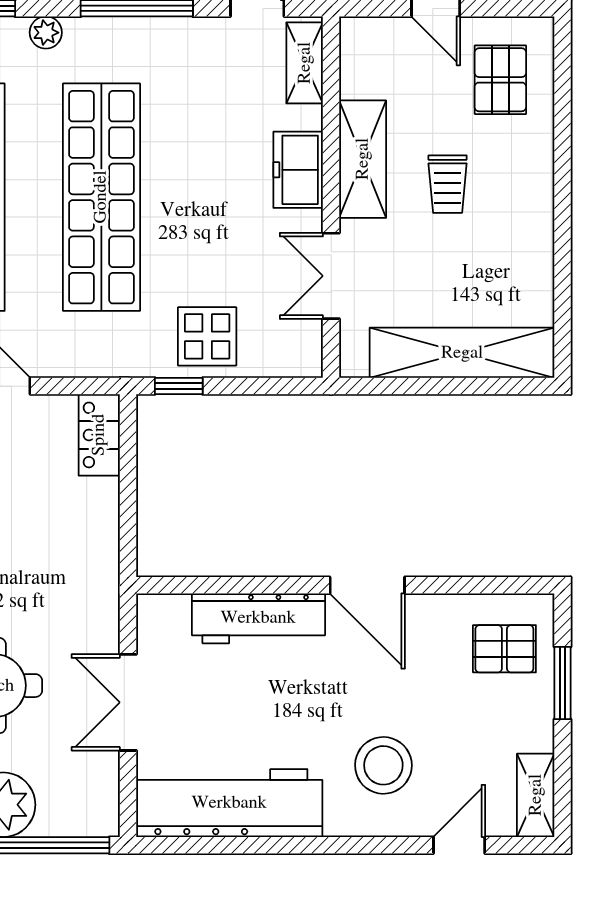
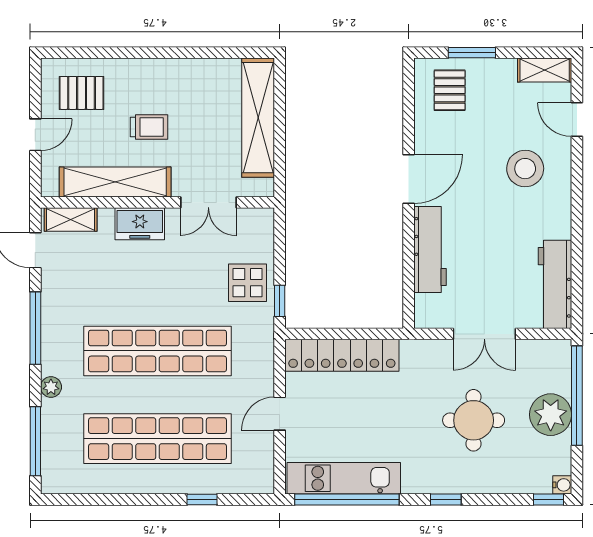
shelving: (363, 159) -> (115, 182), width x1.47
locker: (99, 435) -> (342, 355), width x2.16, depth x1.21
workbench: (229, 803) -> (555, 284), width x0.73, depth x0.76

